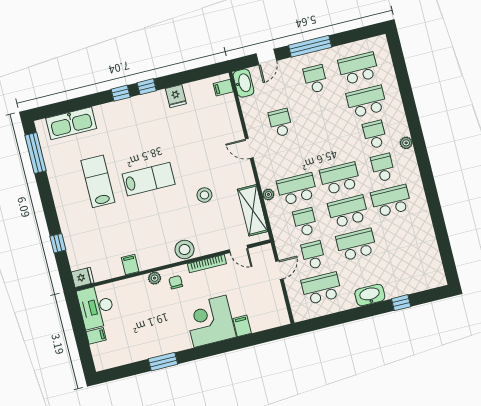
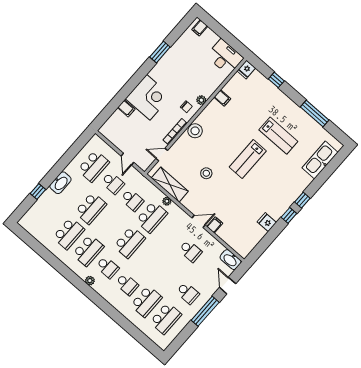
filing cabinet: (223, 88) -> (215, 225), moved
plant: (406, 143) -> (90, 281), moved
window: (36, 153) -> (315, 113), moved
school desk: (348, 211) -> (69, 233), moved
filing cabinet: (96, 336) -> (200, 28), moved

